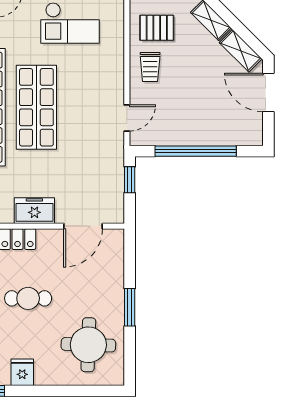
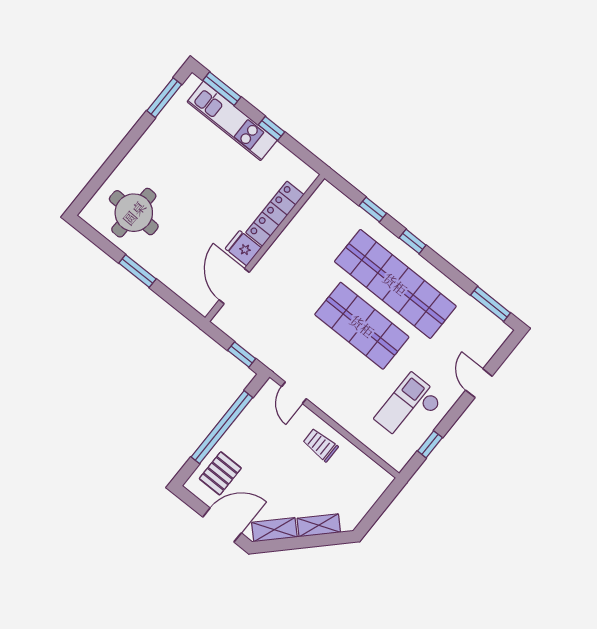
pallet: (157, 28) -> (220, 473), moved
freezer: (34, 211) -> (279, 256), removed
cafe table: (28, 298) -> (211, 194), removed
fridge: (22, 372) -> (243, 248), moved, turned 180

